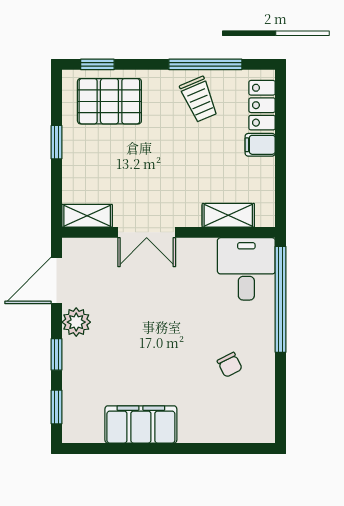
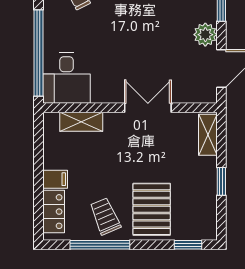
pallet: (109, 101) -> (152, 209), moved, turned 90
shelving: (87, 216) -> (208, 135), moved, turned 90

